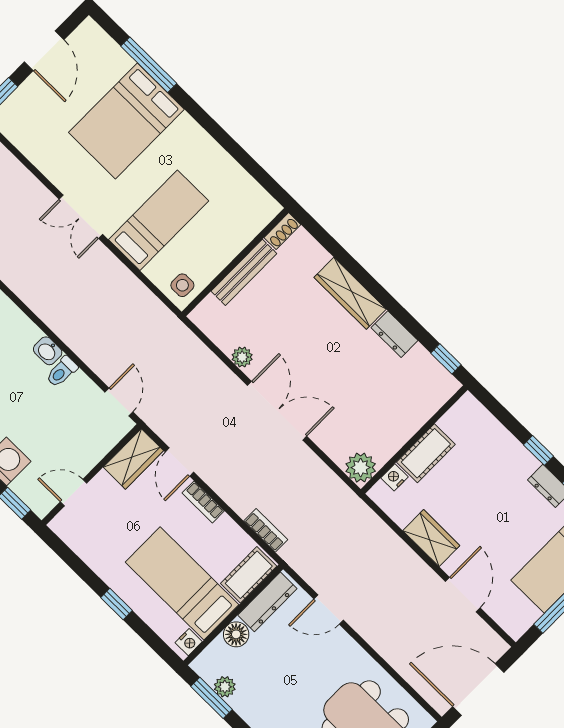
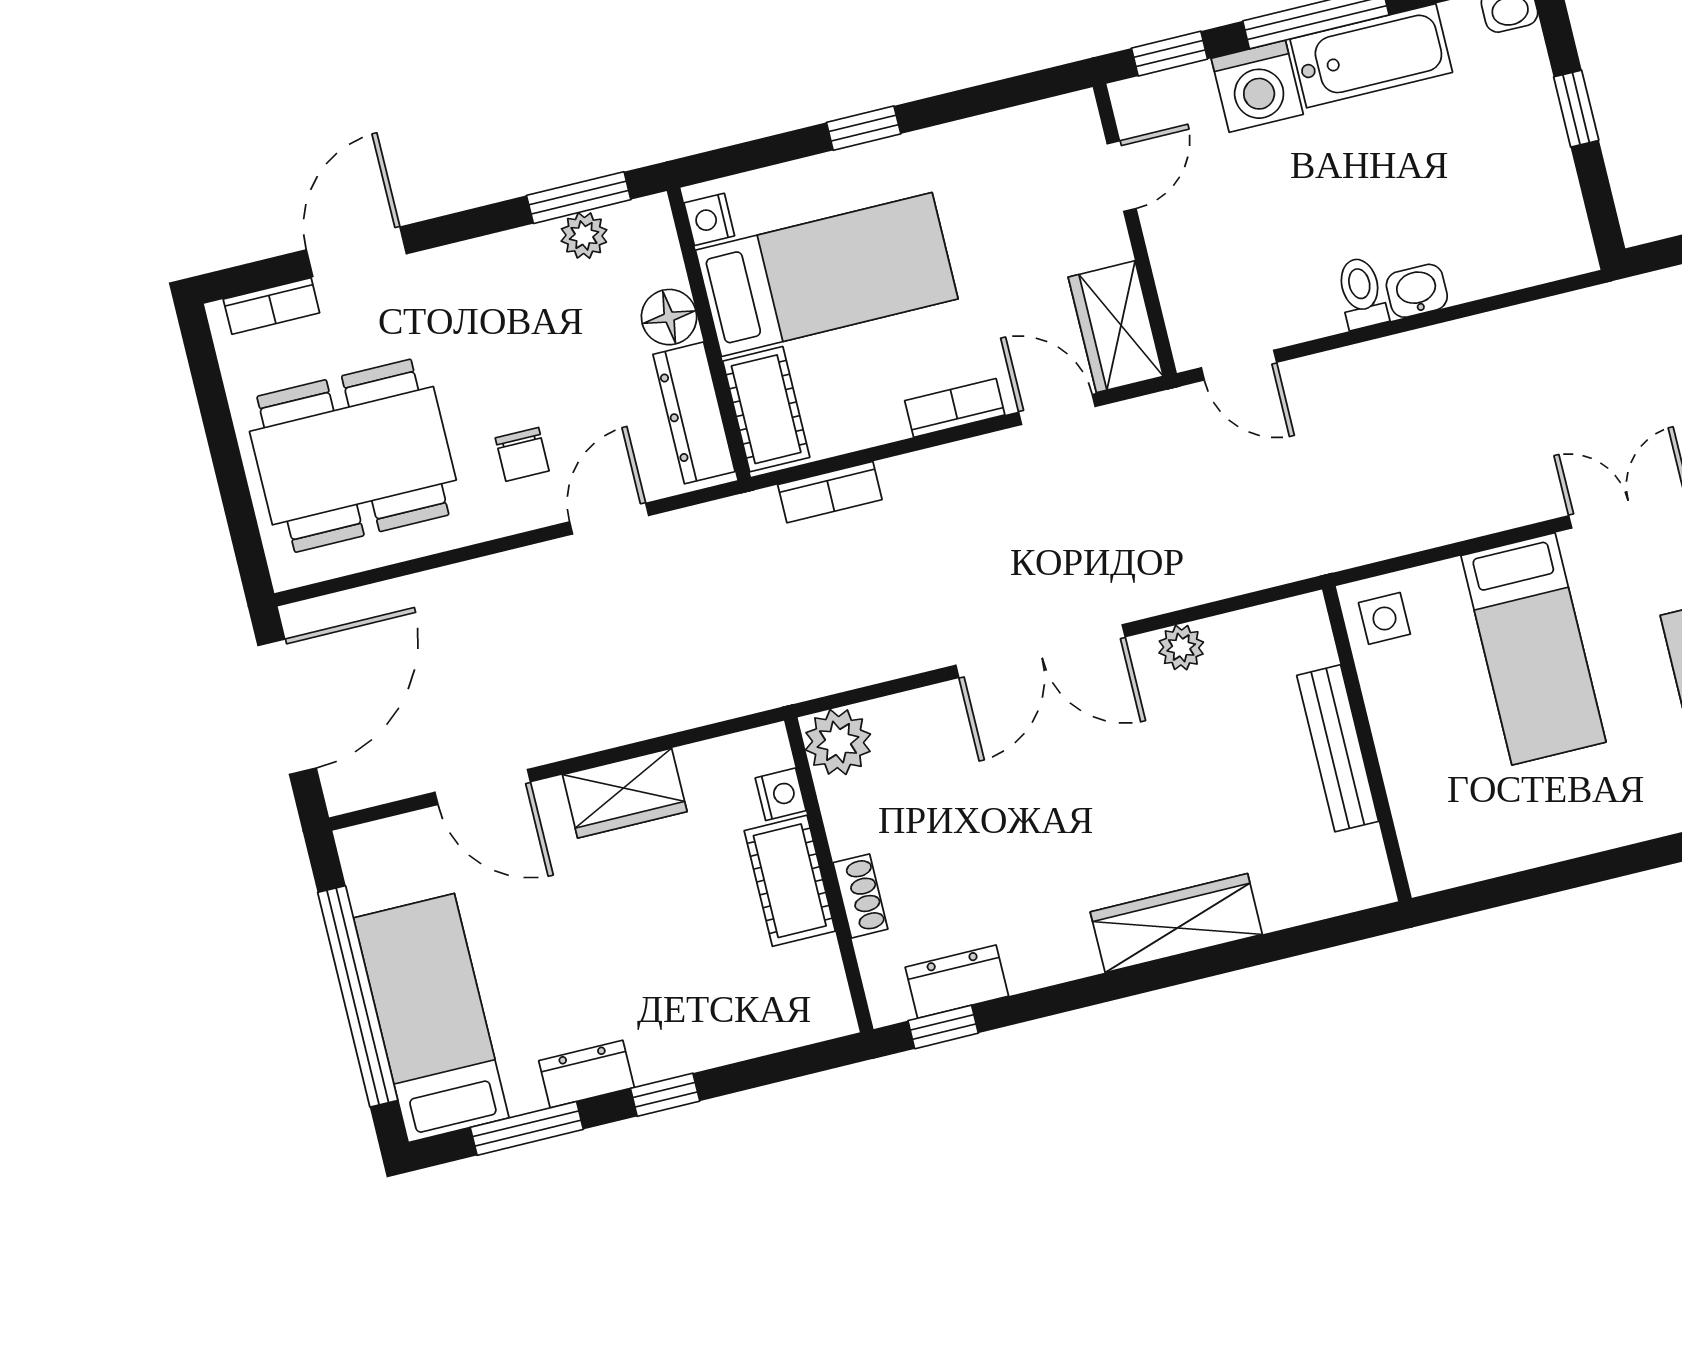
shoe rack: (282, 231) -> (860, 896), moved, turned 180
dresser: (394, 334) -> (957, 982), moved
chair: (324, 659) -> (522, 454), added

